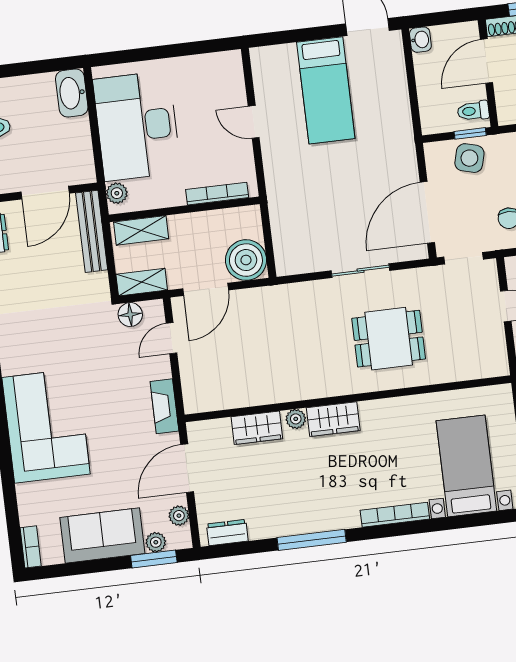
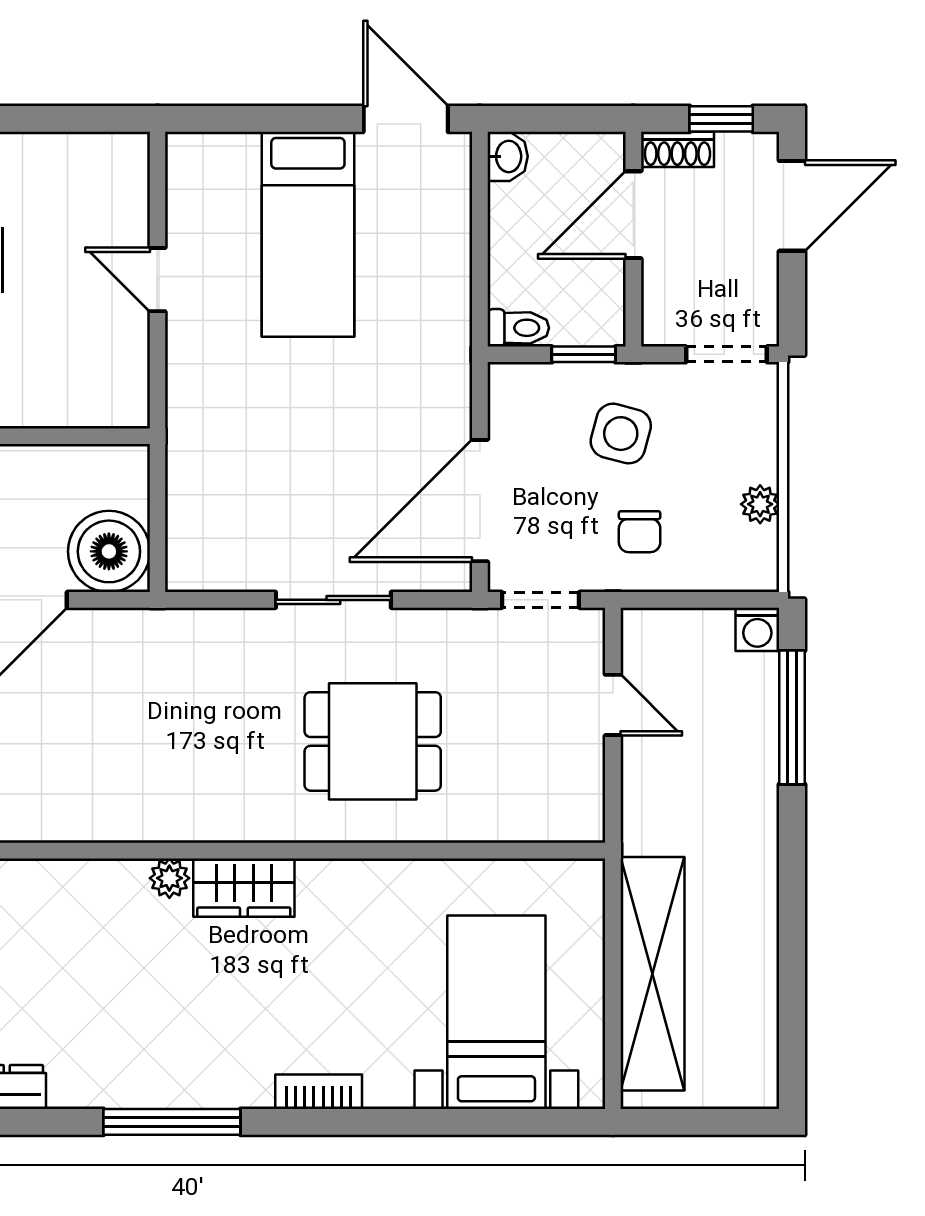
toilet: (473, 111) -> (518, 328), moved, turned 180
side table: (469, 158) -> (621, 434), moved
bookcase: (217, 194) -> (68, 413), removed
wardrobe: (257, 428) -> (90, 887), removed
bookcase: (395, 515) -> (319, 1092), width x0.64

